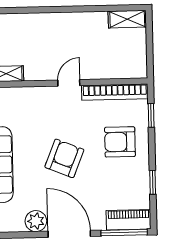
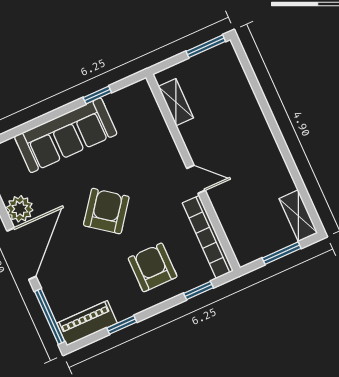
window: (149, 43) -> (282, 253), added
armchair: (64, 158) -> (106, 211), turned -75
piano: (129, 220) -> (87, 323), moved, turned -90

